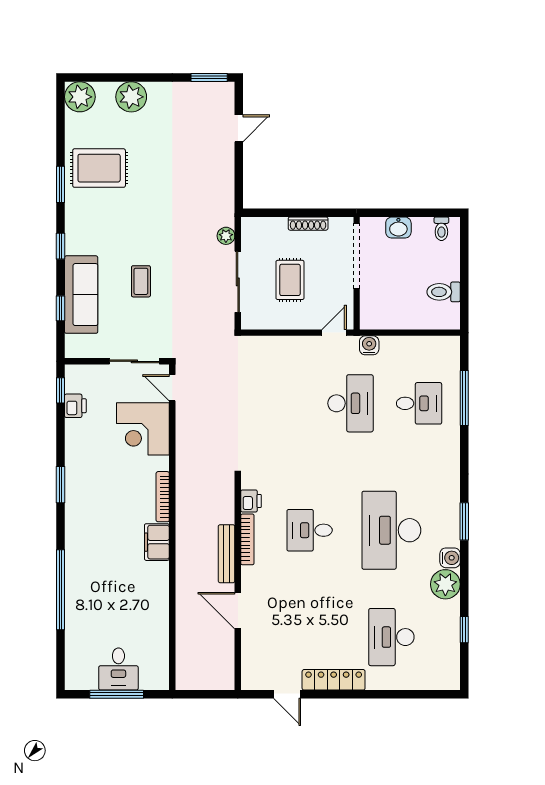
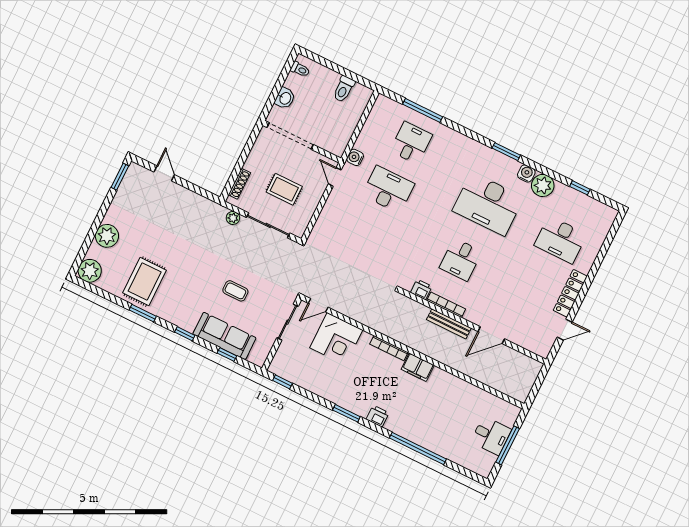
shoe rack: (308, 224) -> (239, 184), moved
printer: (75, 406) -> (378, 416), moved

